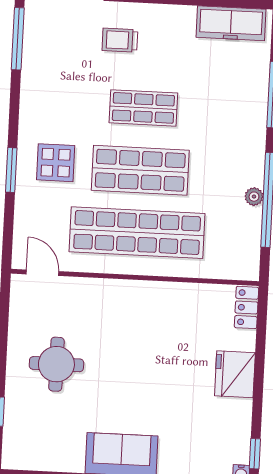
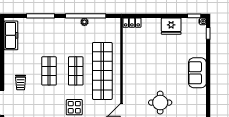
shop shelf: (140, 170) -> (76, 71), width x0.70, depth x0.74
fridge: (235, 374) -> (171, 26), moved

